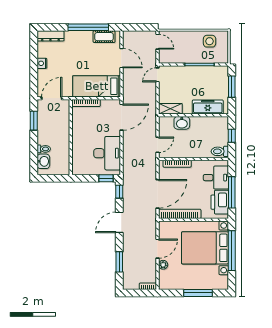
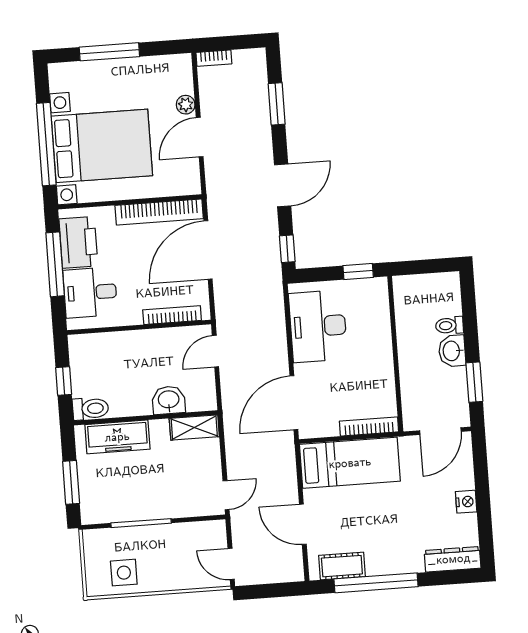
toilet: (220, 151) -> (90, 409), moved
washbasin: (43, 161) -> (452, 351), moved
window: (106, 178) -> (358, 271), moved

